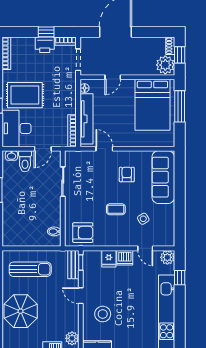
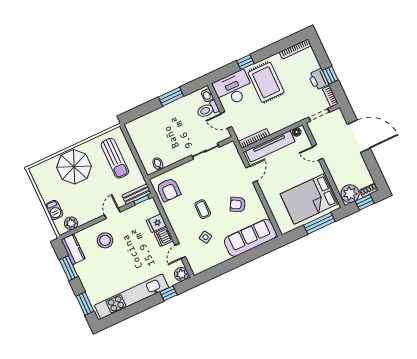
armchair: (127, 174) -> (238, 205), turned -151

